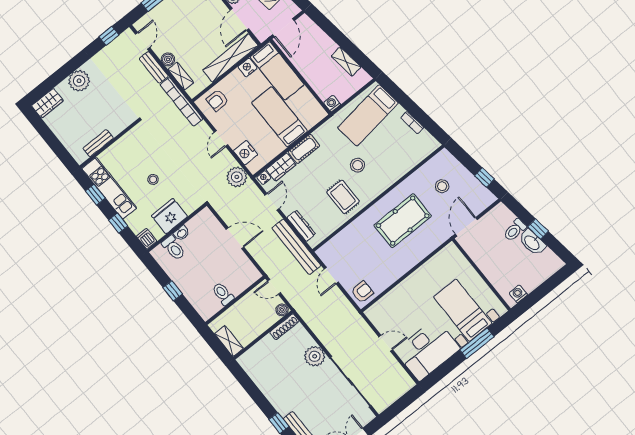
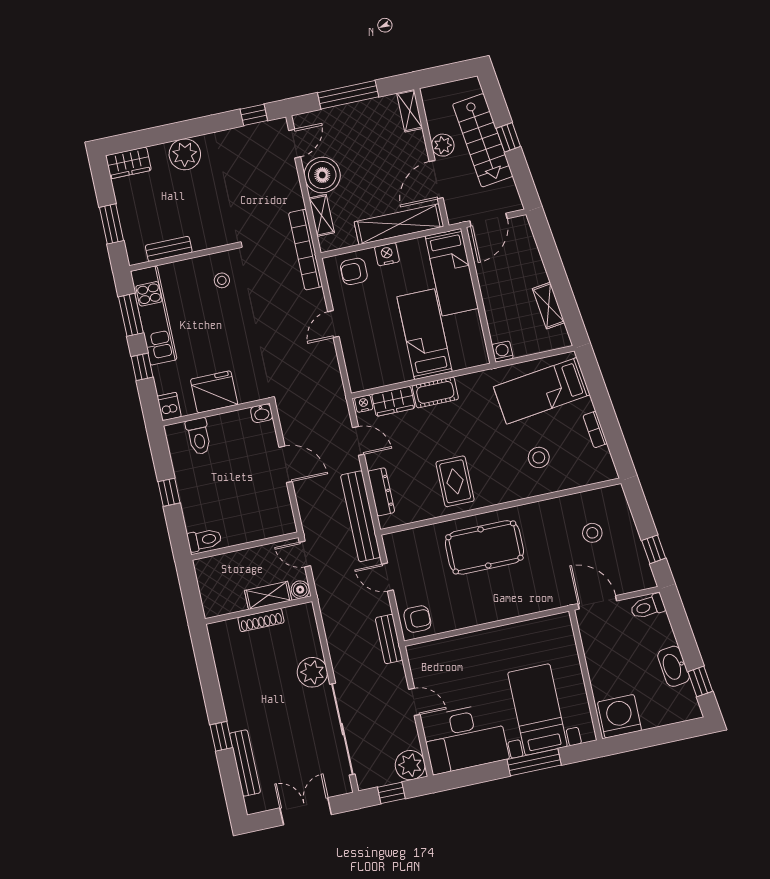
boiler: (168, 59) -> (322, 175), width x1.86, depth x1.86
bench: (154, 67) -> (389, 639), moved
nightstand: (248, 68) -> (387, 254), moved
window: (56, 146) -> (111, 224), added
nightstand: (246, 153) -> (356, 359), removed
stool: (358, 165) -> (539, 457), moved
plant: (237, 177) -> (410, 765), moved
stool: (153, 179) -> (222, 280), moved
window: (95, 195) -> (131, 315), width x1.50
door: (272, 202) -> (358, 441), hinge flipped
pool table: (403, 221) -> (484, 547), moved
door: (466, 227) -> (597, 602), hinge flipped
window: (538, 229) -> (700, 681), moved
toilet: (515, 230) -> (648, 607), moved
washbasin: (182, 233) -> (262, 413), moved
door: (331, 276) -> (388, 577), hinge flipped
toilet: (223, 294) -> (204, 540), moved, turned 90
washing machine: (518, 294) -> (620, 716), width x1.89, depth x1.89
shoe rack: (284, 327) -> (261, 620), moved
shelving: (229, 341) -> (268, 595), moved, turned 90
window: (399, 405) -> (391, 793), added

